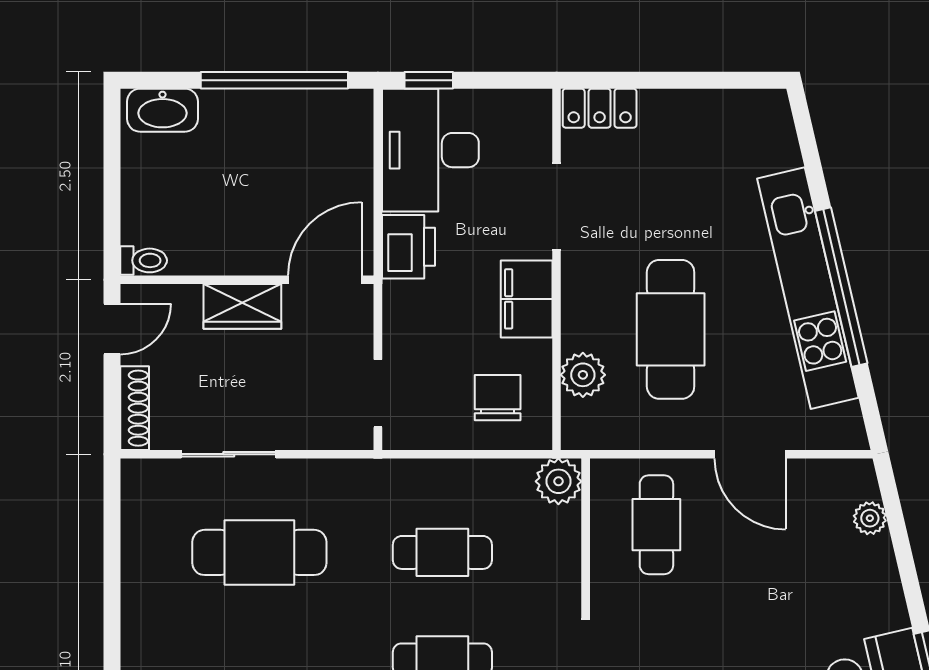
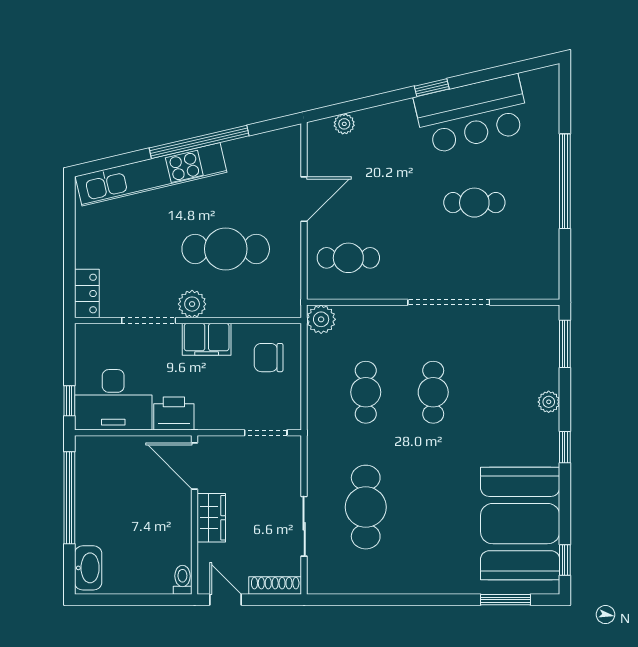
kitchen unit: (808, 288) -> (151, 174), moved
plant: (583, 375) -> (192, 304), moved

